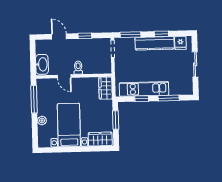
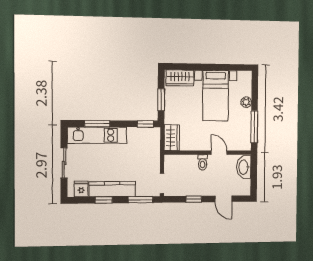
kitchen unit: (144, 89) -> (97, 135), moved
window: (142, 99) -> (145, 124), moved

